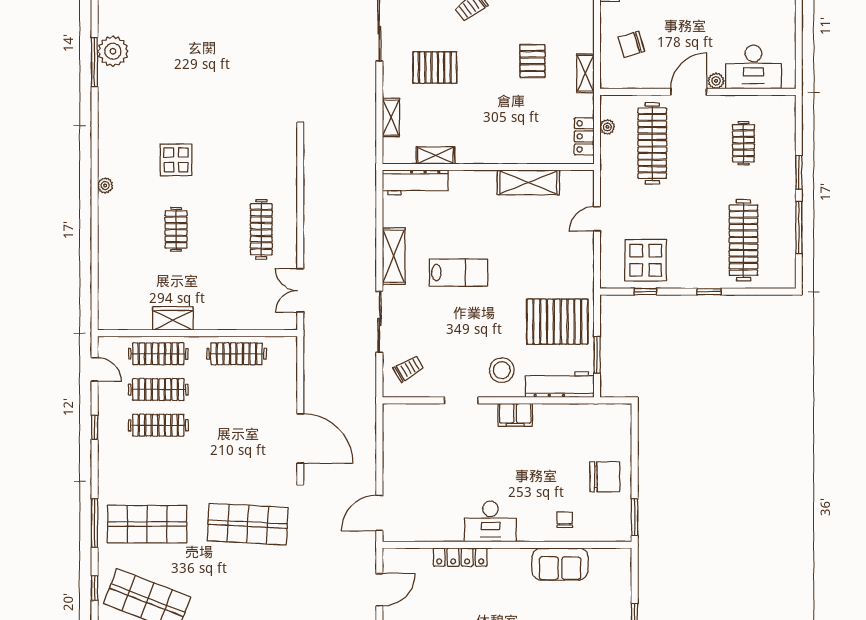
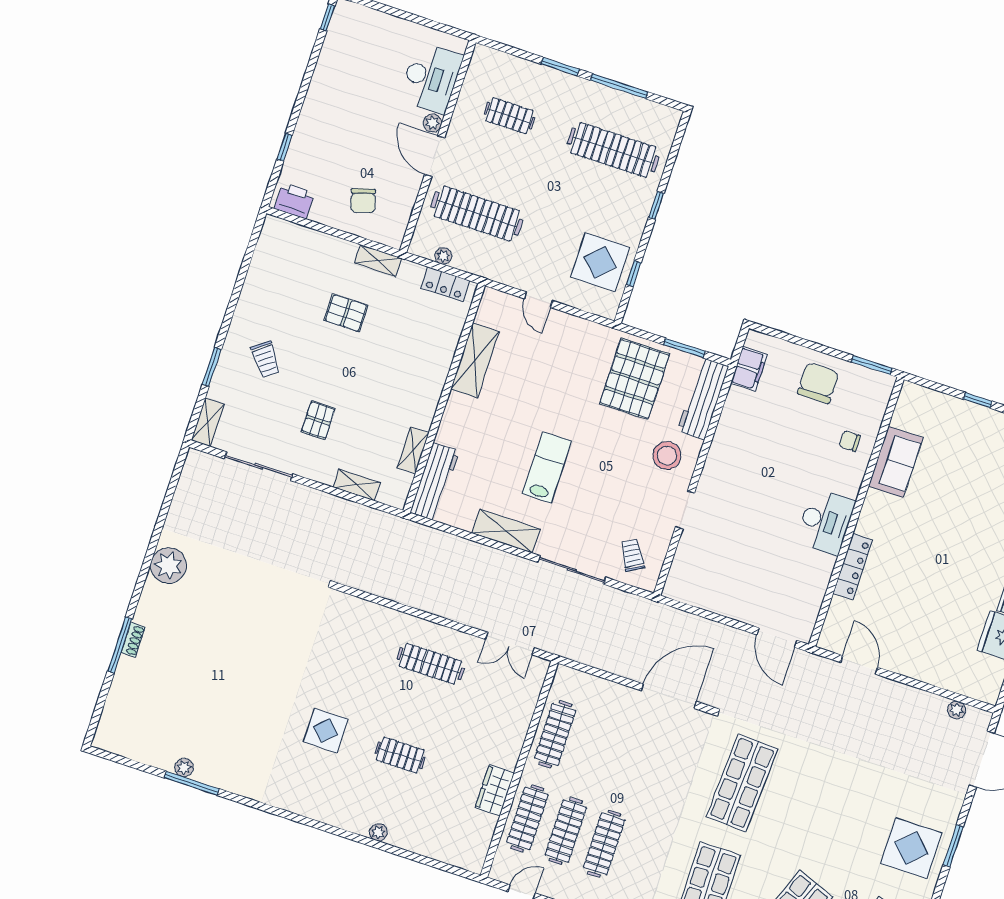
plant: (113, 51) -> (184, 767), width x0.53, depth x0.53
pallet: (435, 67) -> (318, 420), width x0.67, depth x0.71
plant: (105, 186) -> (378, 832), moved
filing cabinet: (515, 415) -> (749, 369), moved

